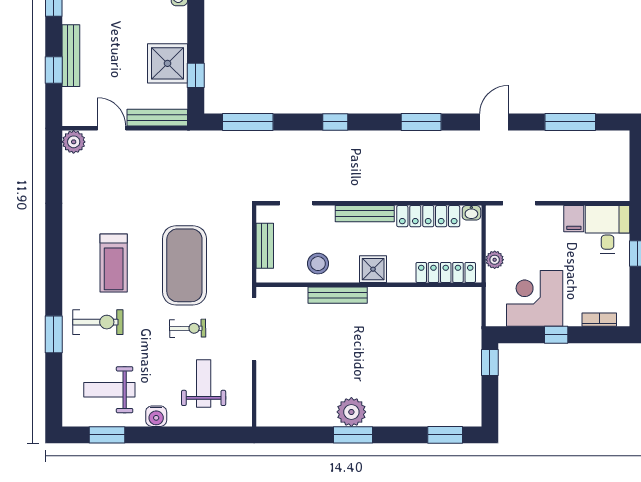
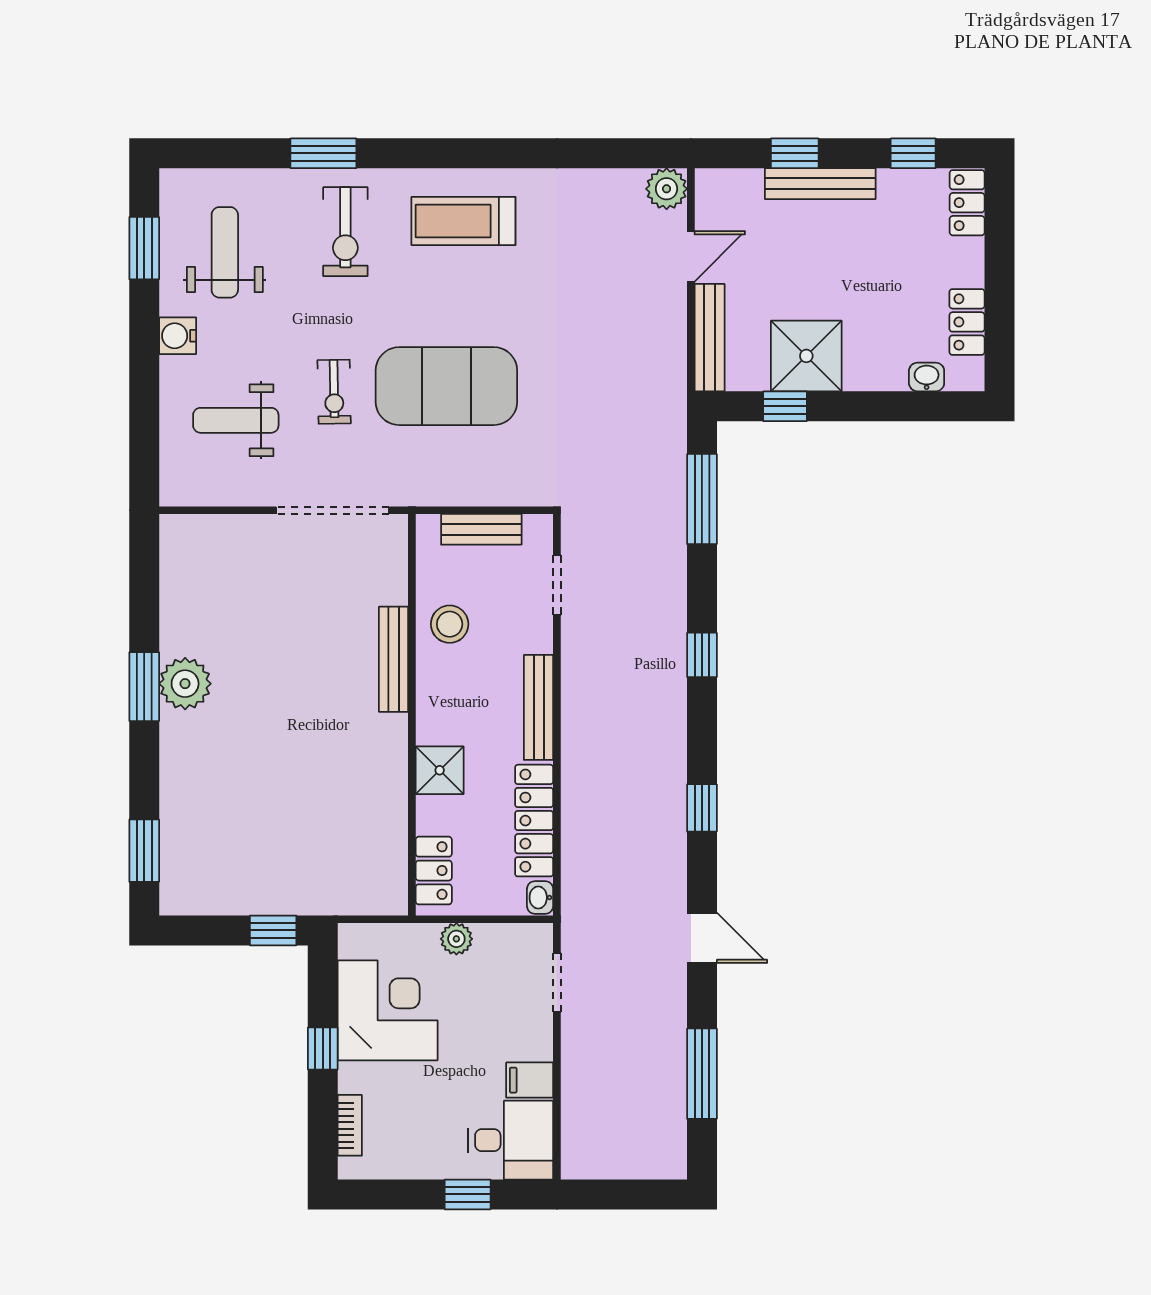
window: (421, 122) -> (702, 808), width x0.67
treadmill: (114, 263) -> (463, 221), moved
shower: (373, 269) -> (440, 770), moved
locker: (446, 272) -> (434, 871), width x0.66
weight bench: (204, 384) -> (236, 420), turned 180

